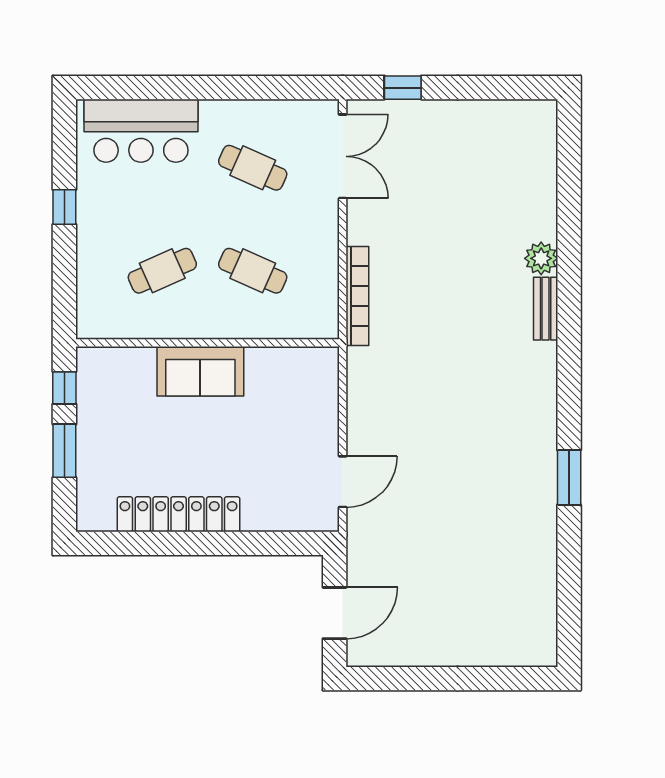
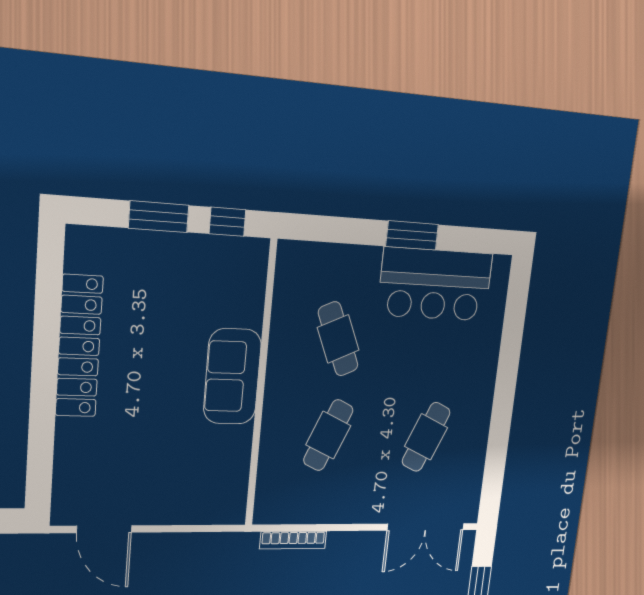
bar counter: (141, 131) -> (435, 284), moved, turned -90
window: (64, 207) -> (412, 235), width x1.50
bookcase: (357, 296) -> (293, 540), width x0.68, depth x0.76

